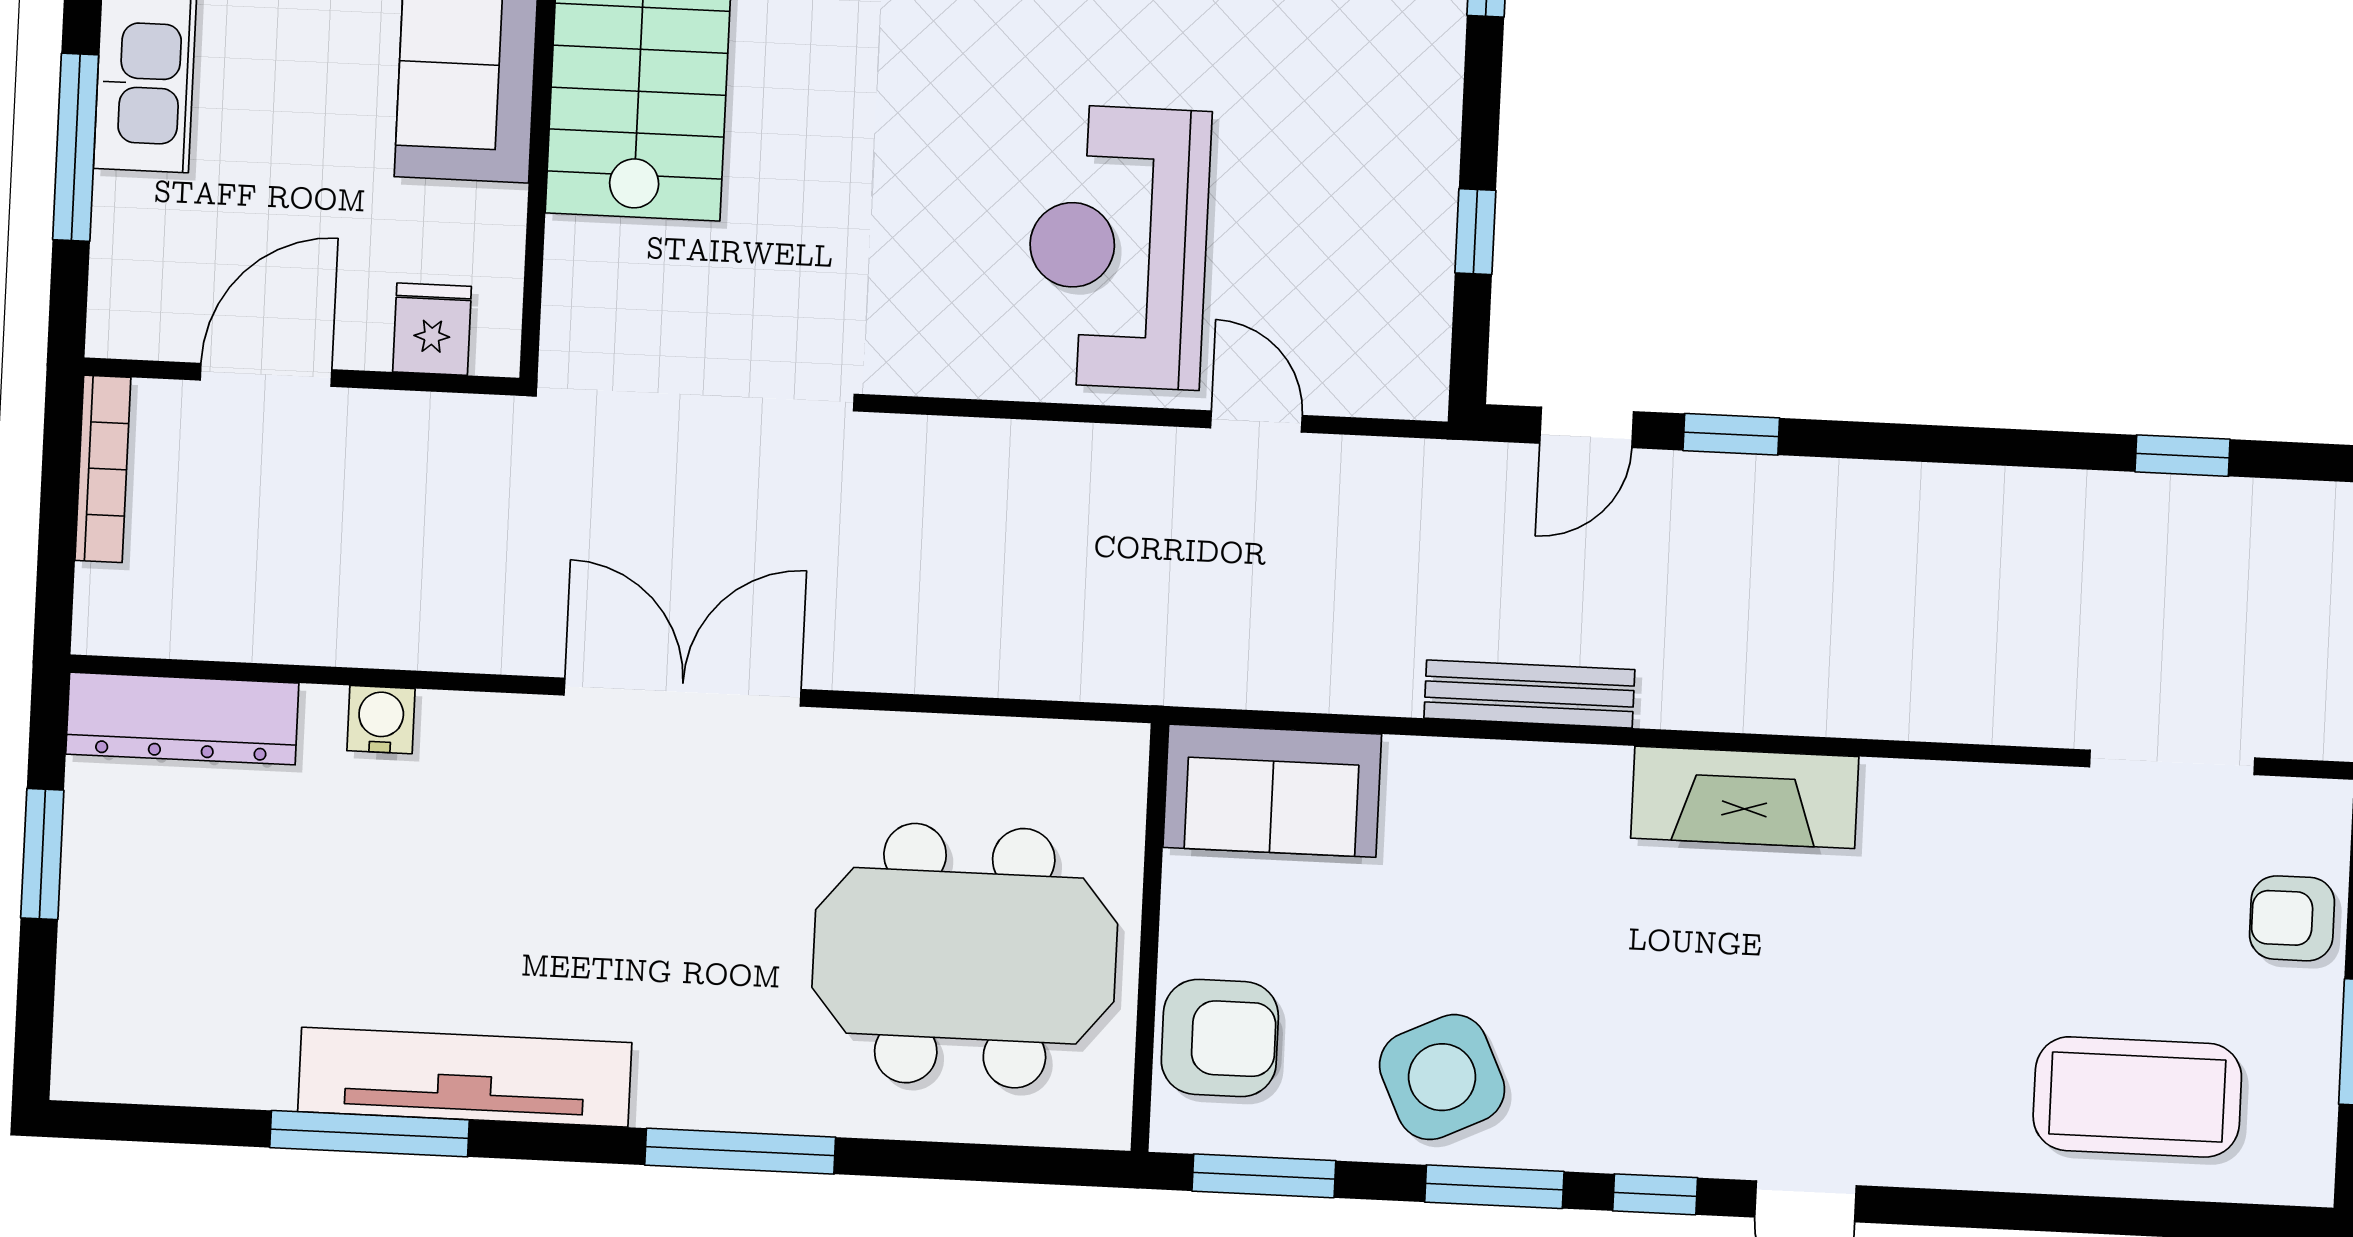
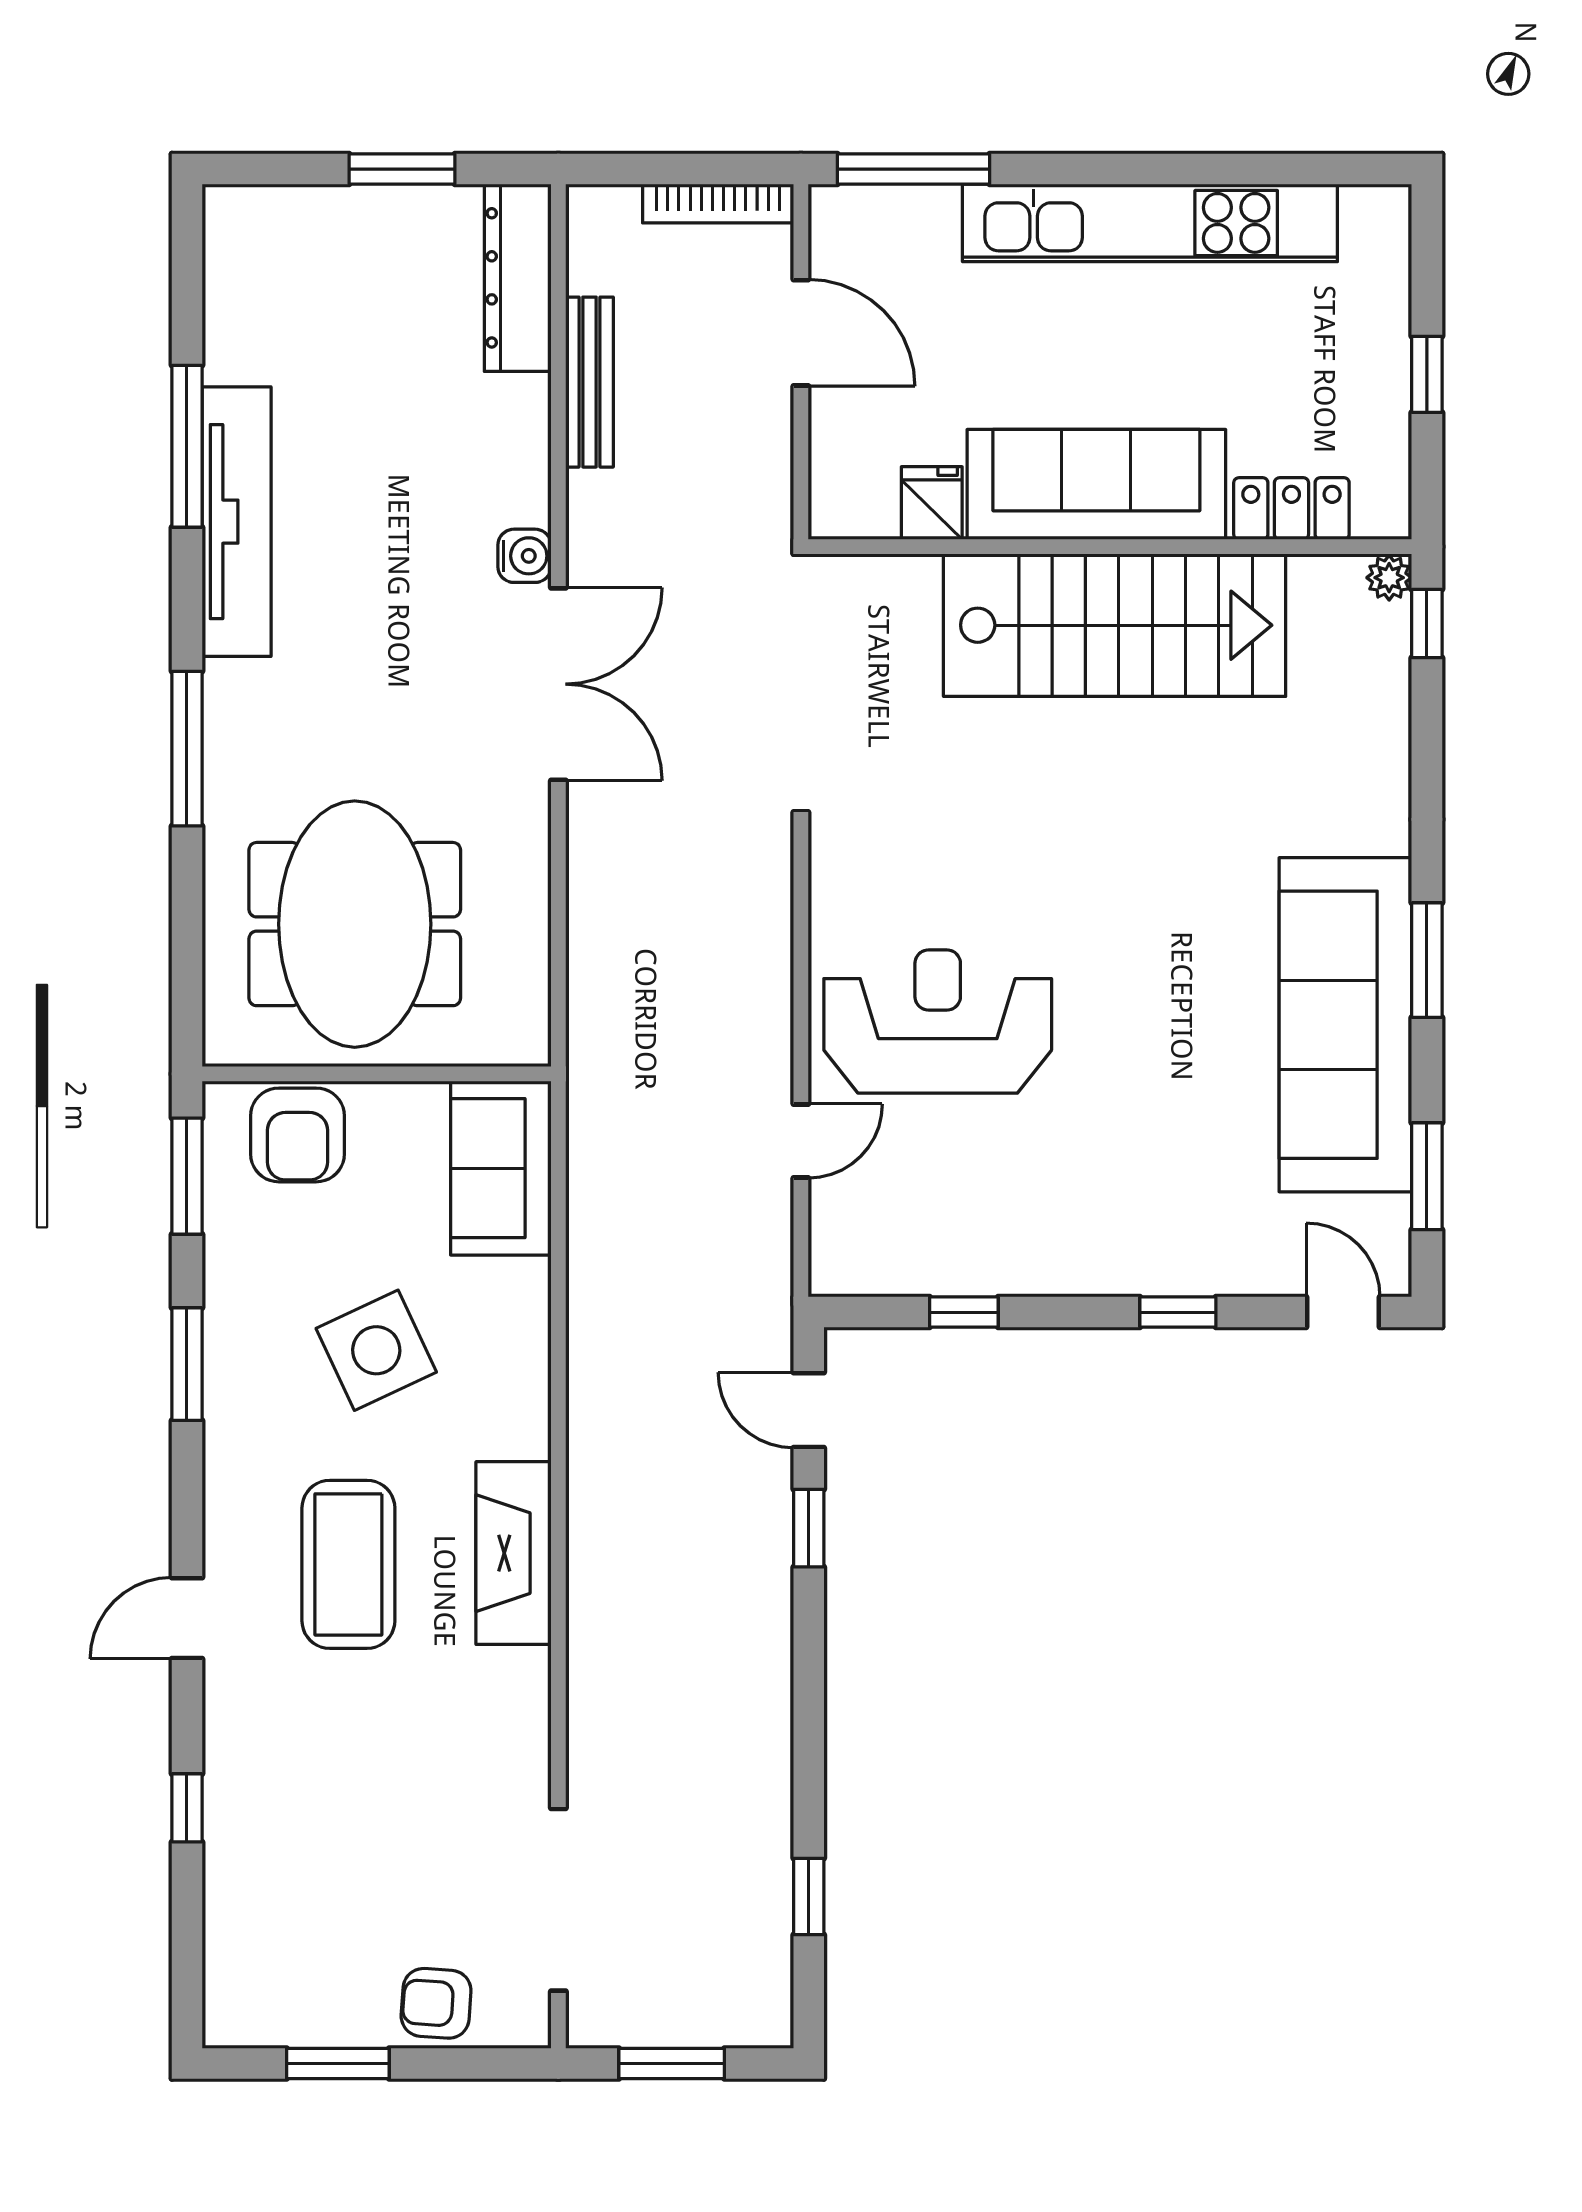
window: (76, 147) -> (913, 169), moved
fridge: (432, 329) -> (932, 503), moved, turned -90
bench: (1529, 694) -> (590, 382), moved
water cooler: (381, 720) -> (525, 556), moved
doorway: (2172, 762) -> (558, 1900), width x1.36
armchair: (2292, 918) -> (436, 2003), turned -86
side table: (1442, 1077) -> (376, 1350), moved
coffee table: (2137, 1097) -> (348, 1564), moved
window: (1655, 1194) -> (187, 1808), moved

